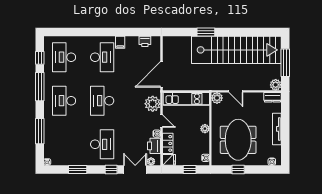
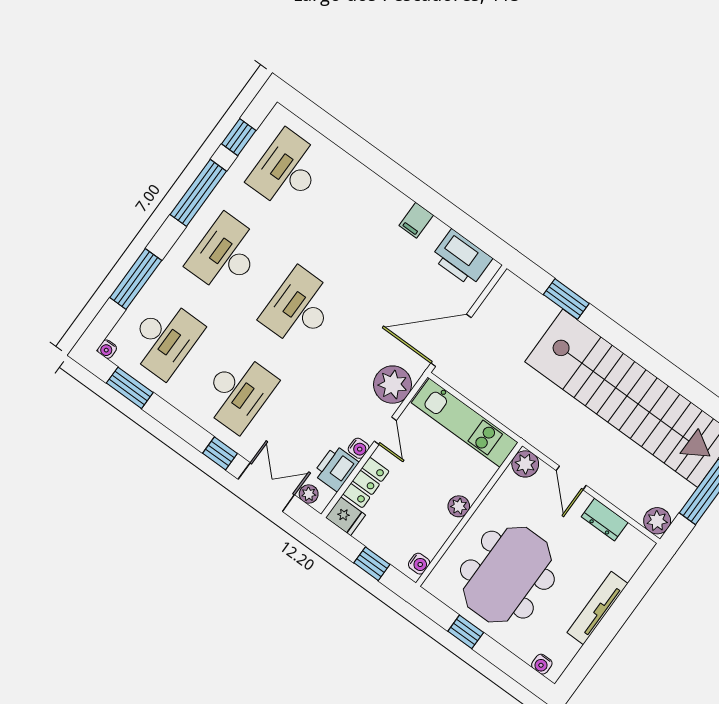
window: (206, 32) -> (566, 299), moved
printer: (145, 41) -> (462, 258), width x1.87, depth x1.48
desk: (102, 57) -> (164, 339), moved
dresser: (273, 97) -> (605, 520), moved
window: (78, 169) -> (130, 388), moved

